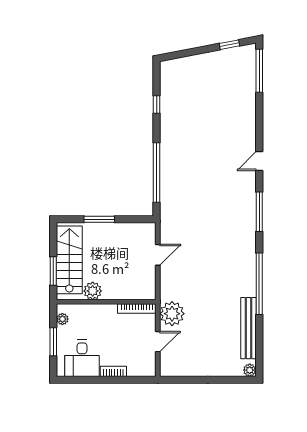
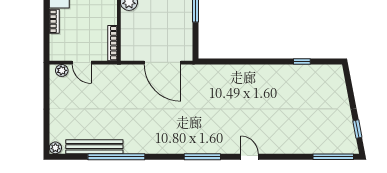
window: (157, 173) -> (239, 61), removed
door: (158, 255) -> (162, 63), width x1.87
window: (259, 284) -> (116, 157), moved
plant: (172, 314) -> (62, 70), moved, width x0.53, depth x0.53

